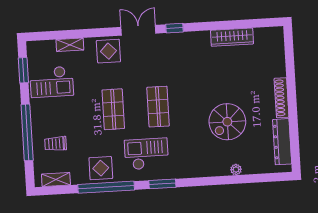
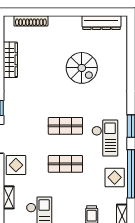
shoe rack: (282, 98) -> (31, 21), moved
checkout: (146, 154) -> (105, 138), turned 180
plant: (236, 170) -> (123, 63), removed

